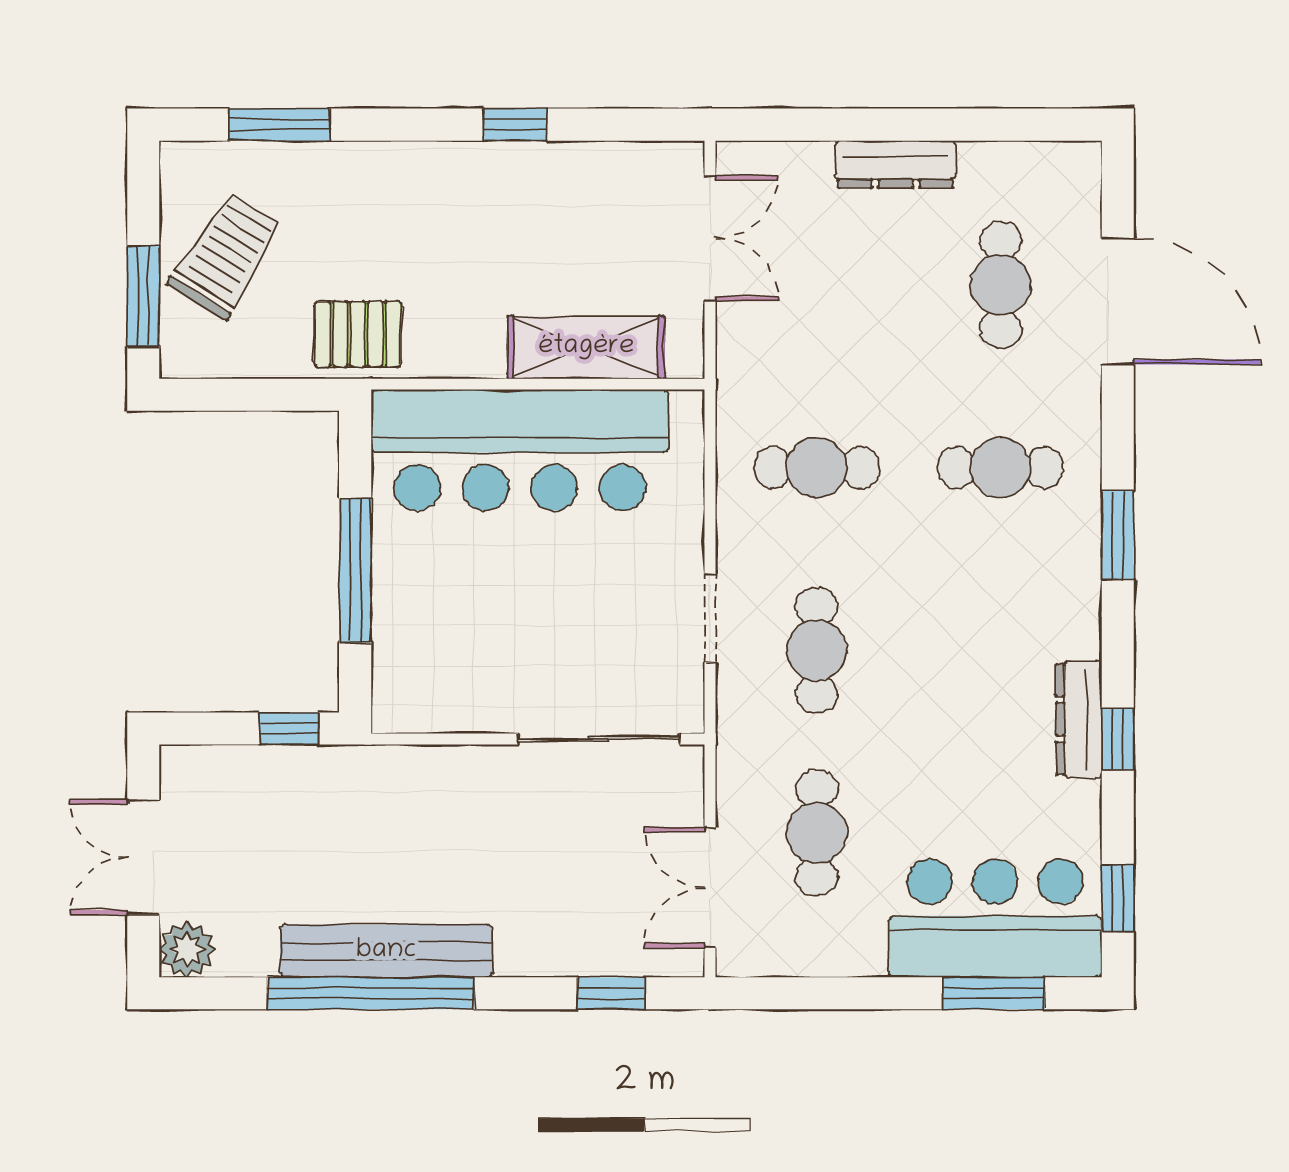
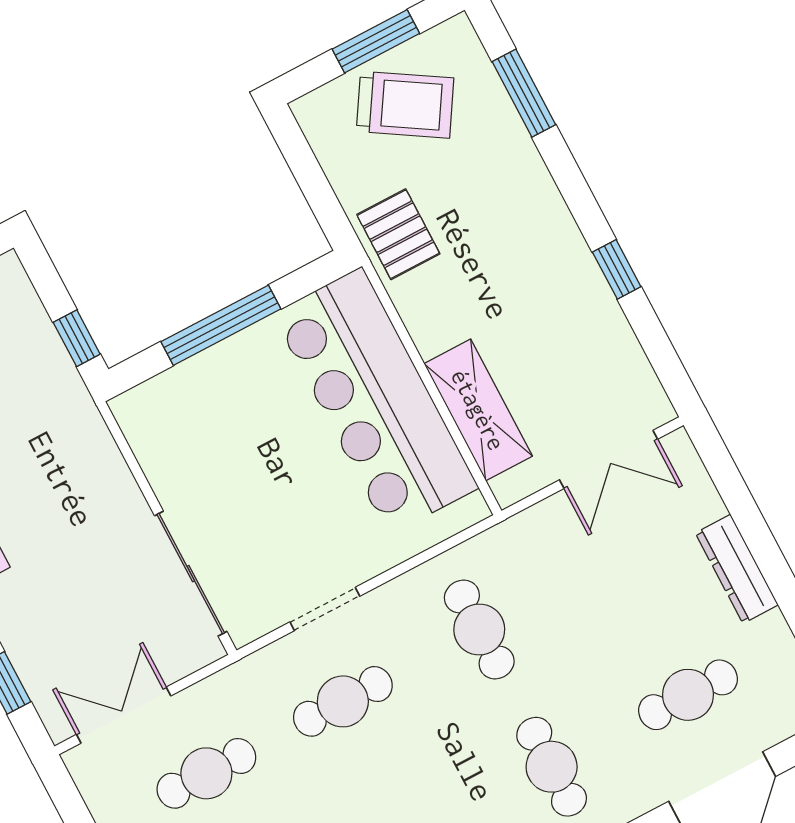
window: (143, 296) -> (376, 41), moved

